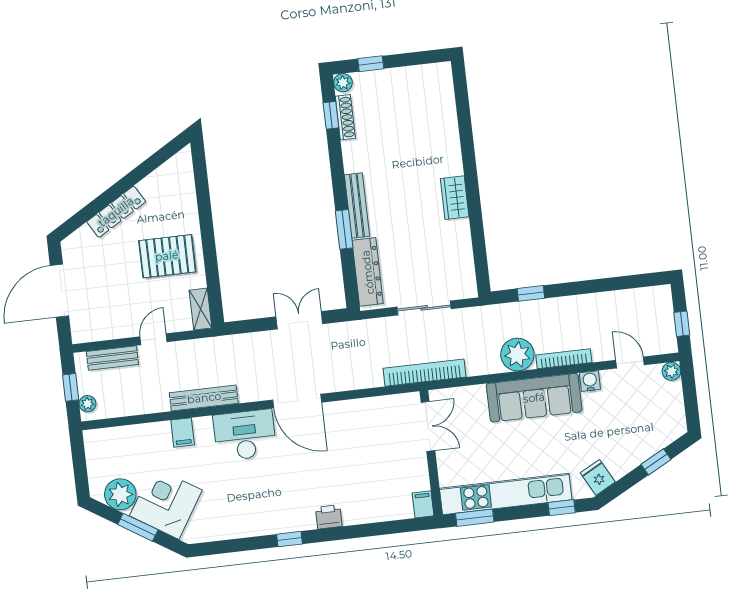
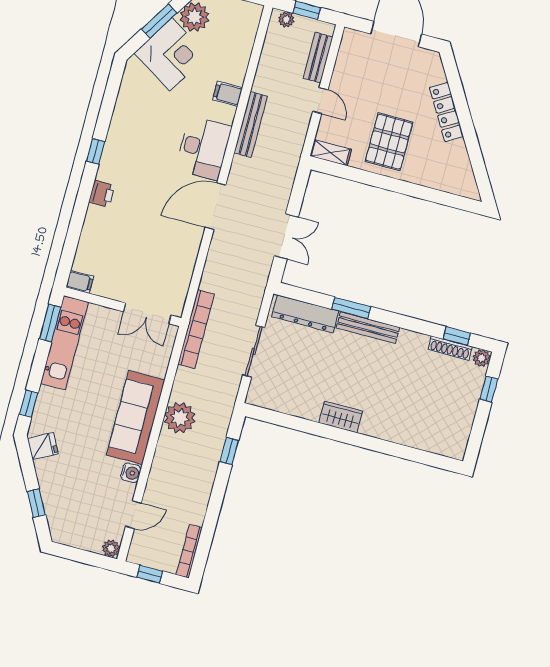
bookcase: (564, 359) -> (189, 551), moved, turned 180
kitchen unit: (506, 494) -> (64, 343), width x0.73

